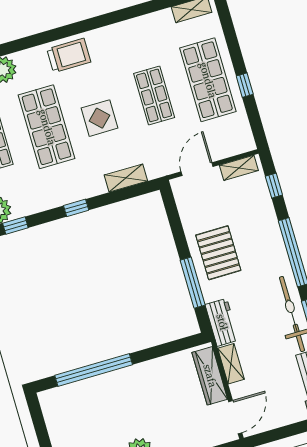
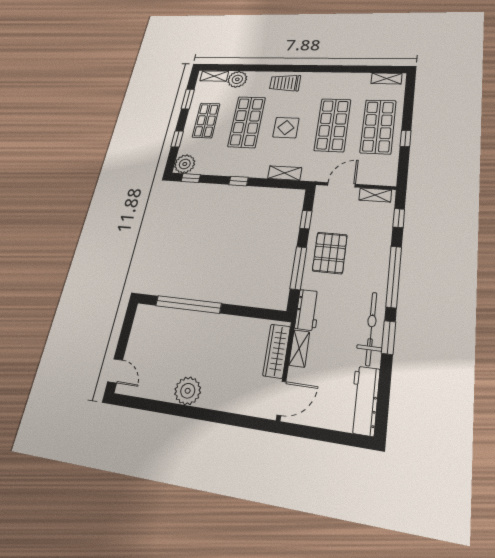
trolley: (69, 55) -> (285, 83), turned 180
shop shelf: (154, 95) -> (333, 125), width x1.43, depth x1.36
window: (176, 225) -> (306, 220), added

